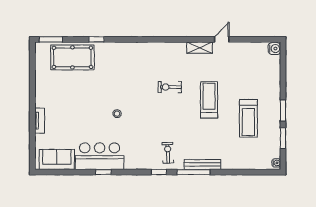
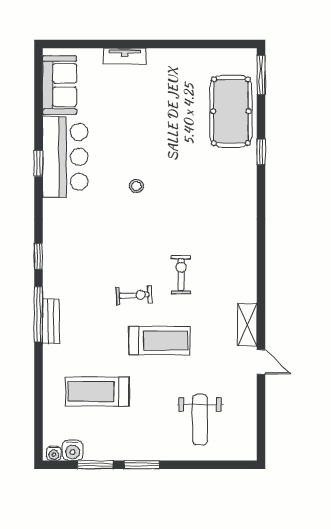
water cooler: (274, 49) -> (73, 450), moved
weight bench: (256, 76) -> (200, 420), added
treadmill: (248, 118) -> (97, 391), moved
exercise bike: (168, 153) -> (134, 295), moved
bench: (202, 165) -> (51, 321), width x0.73

